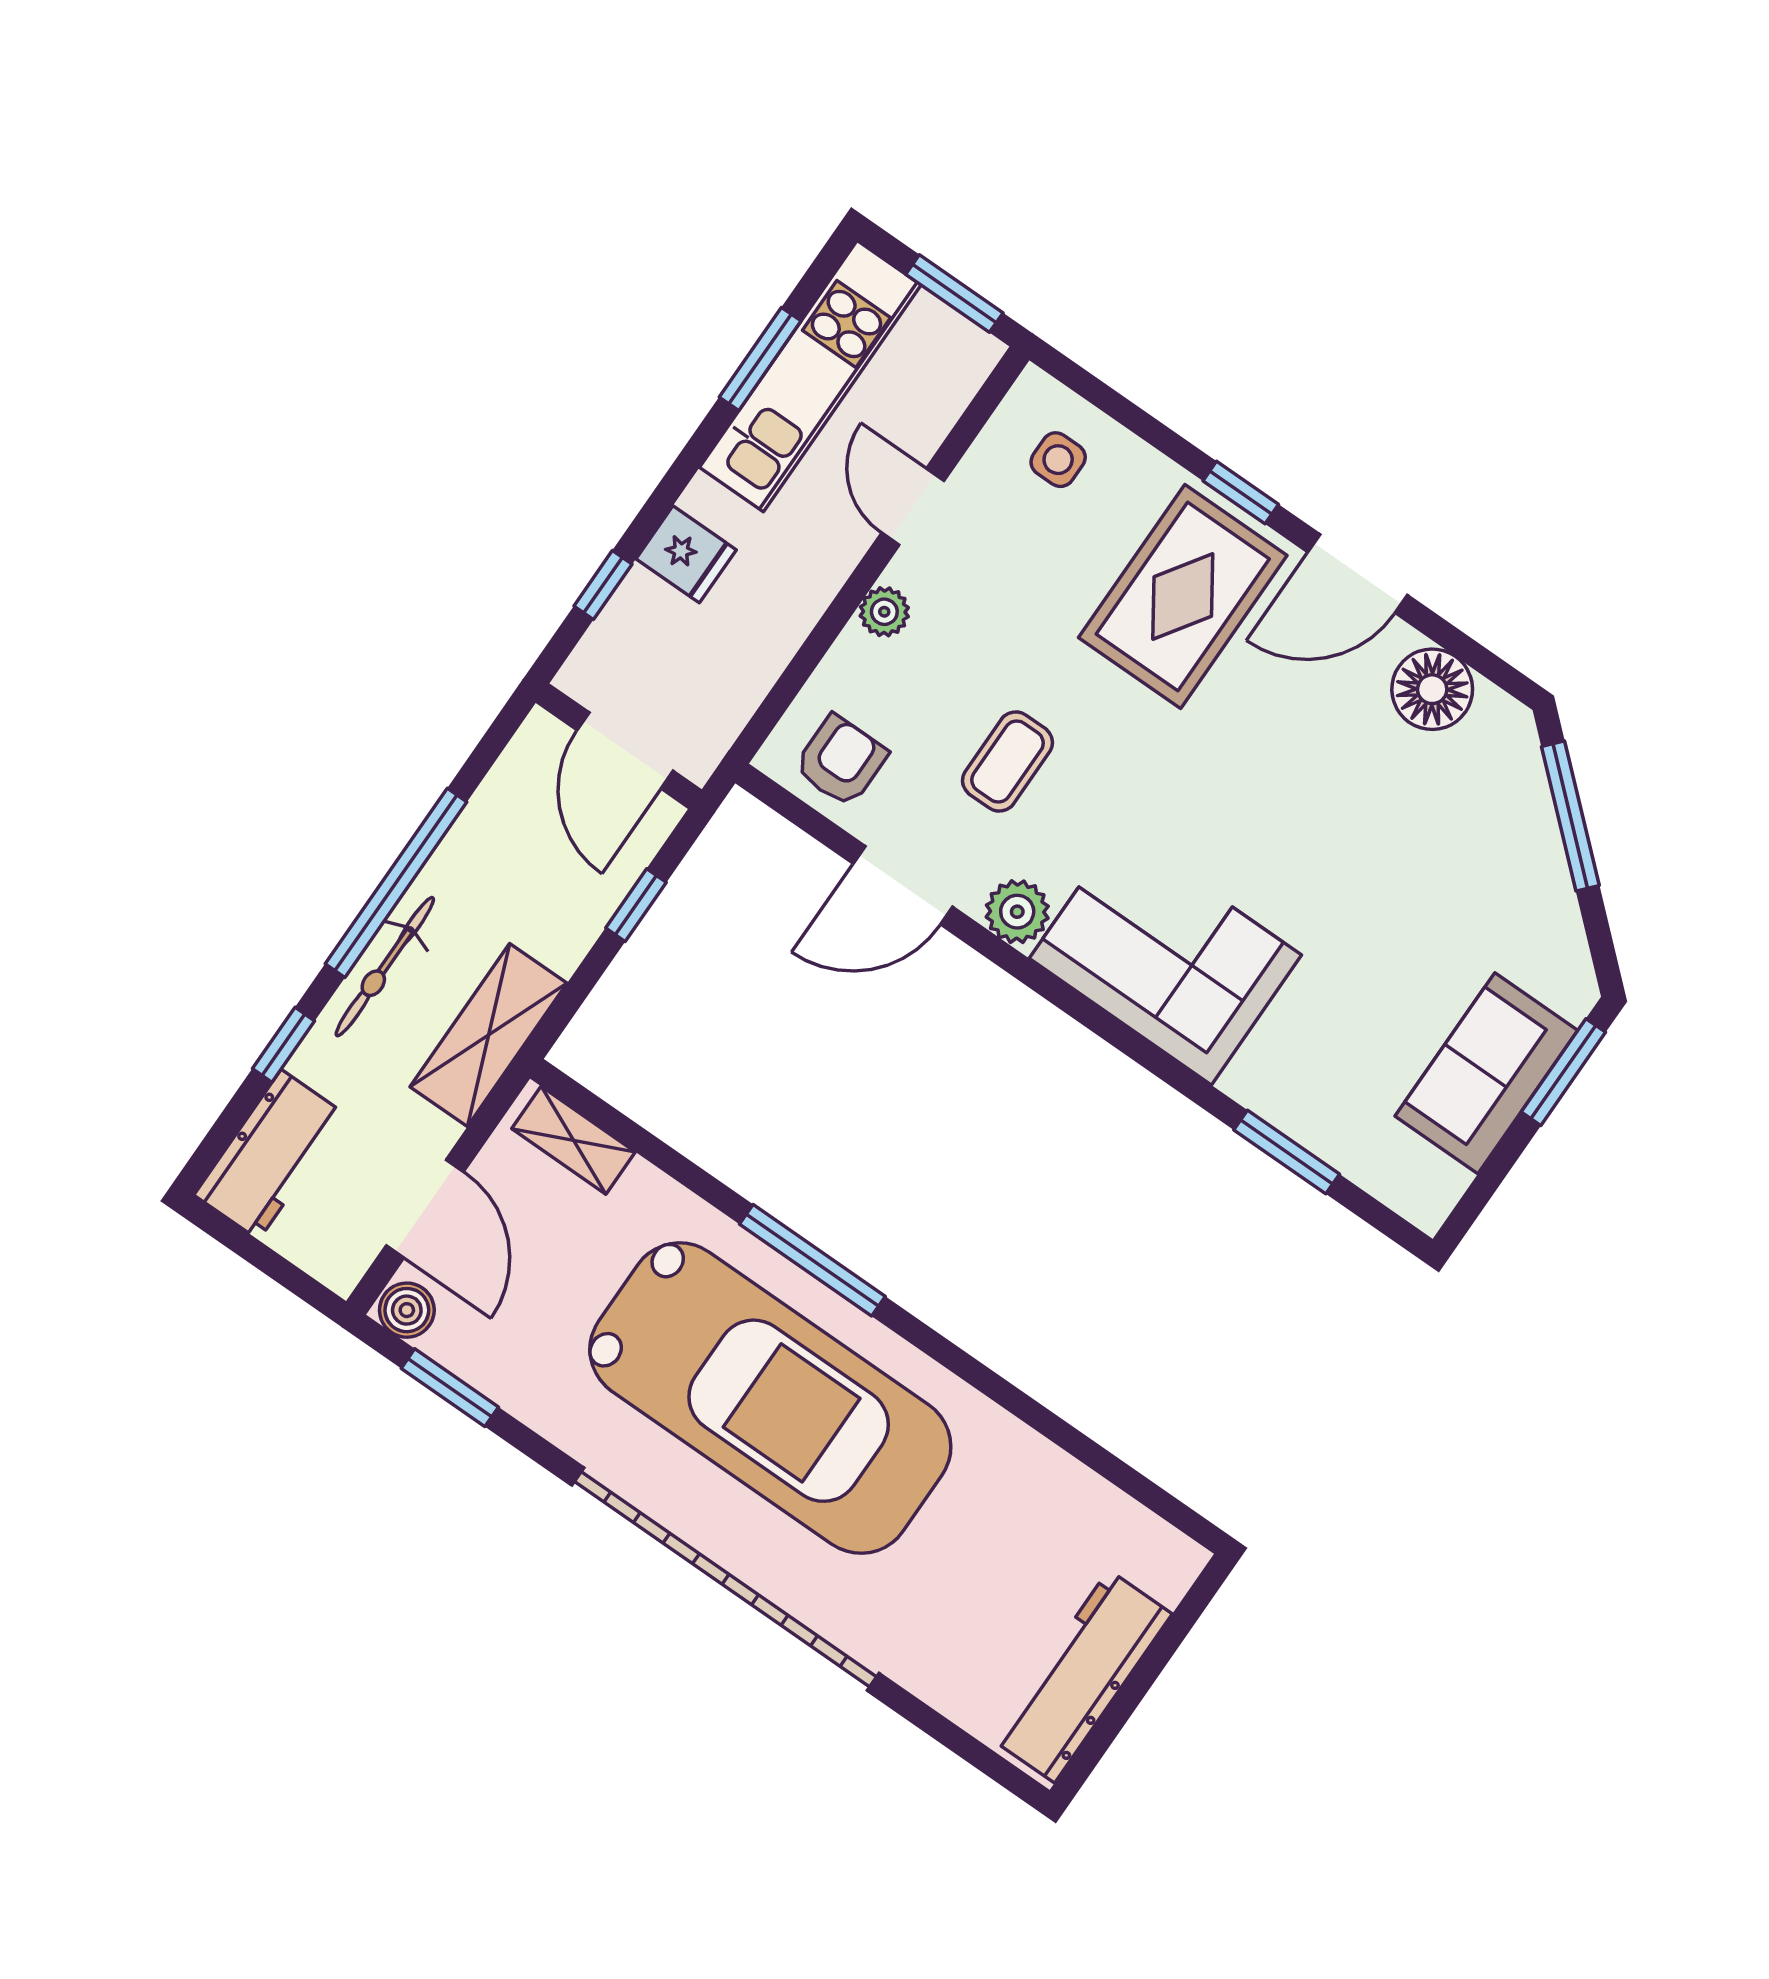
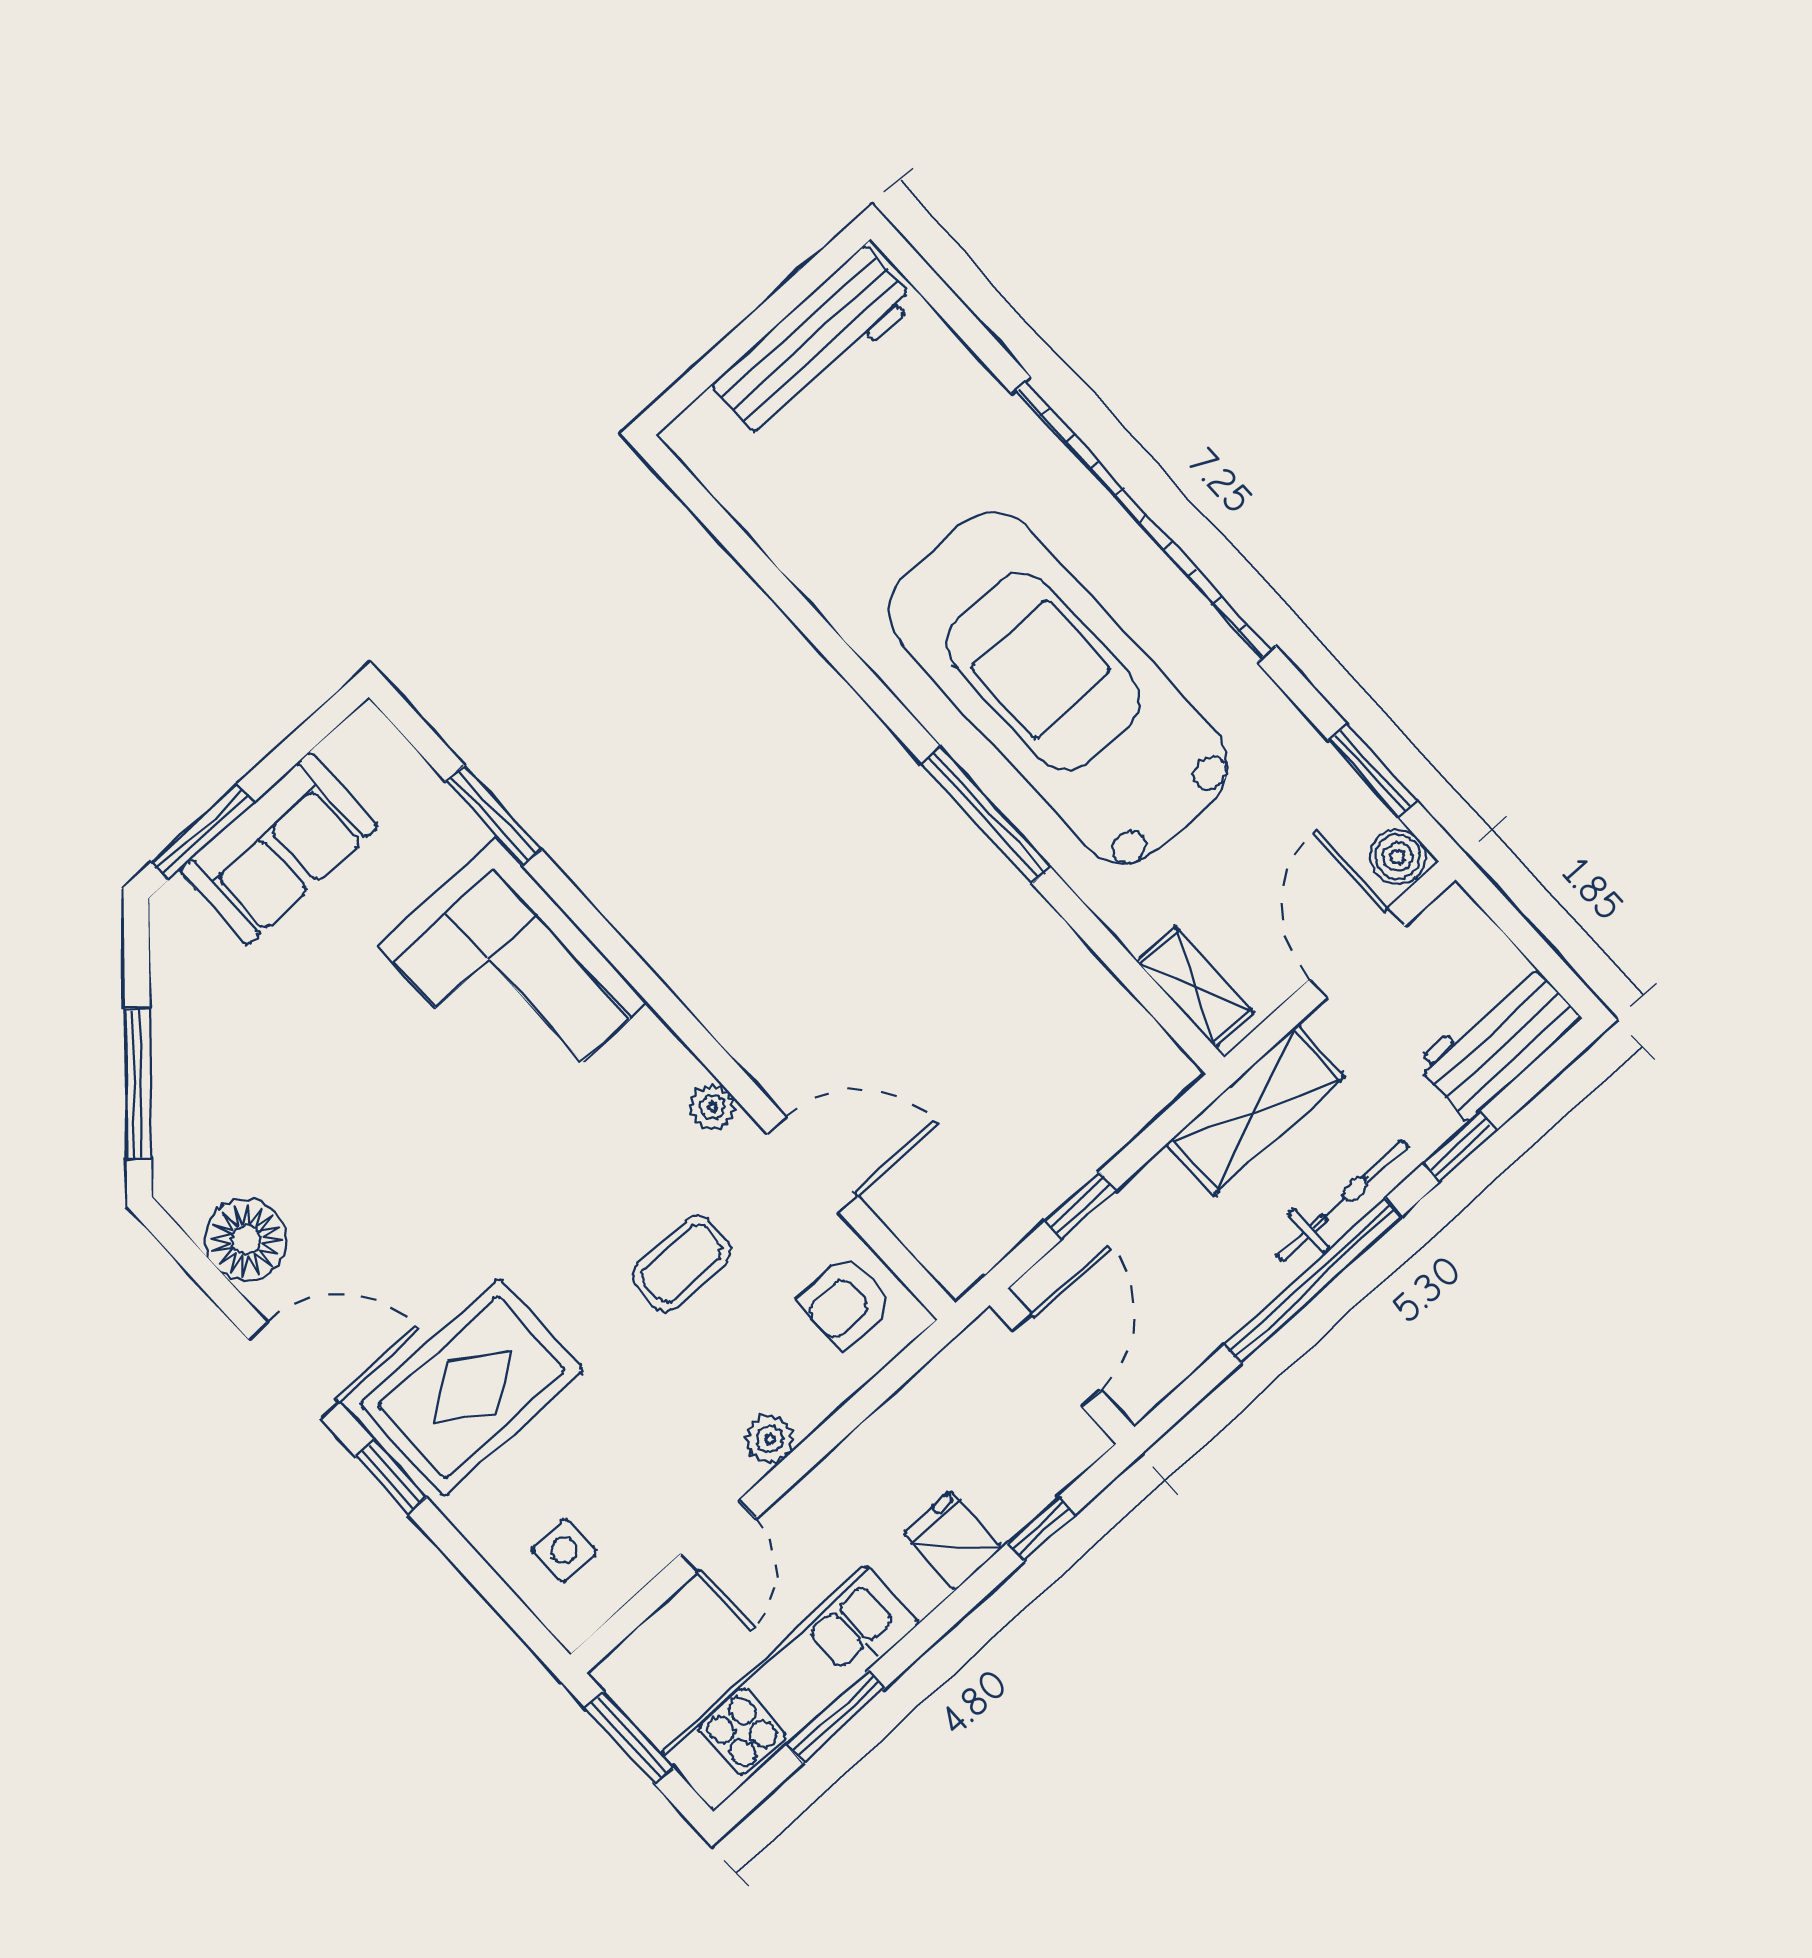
plant: (1017, 912) -> (712, 1107), width x0.73, depth x0.73
corner sofa: (1165, 957) -> (513, 974), moved

